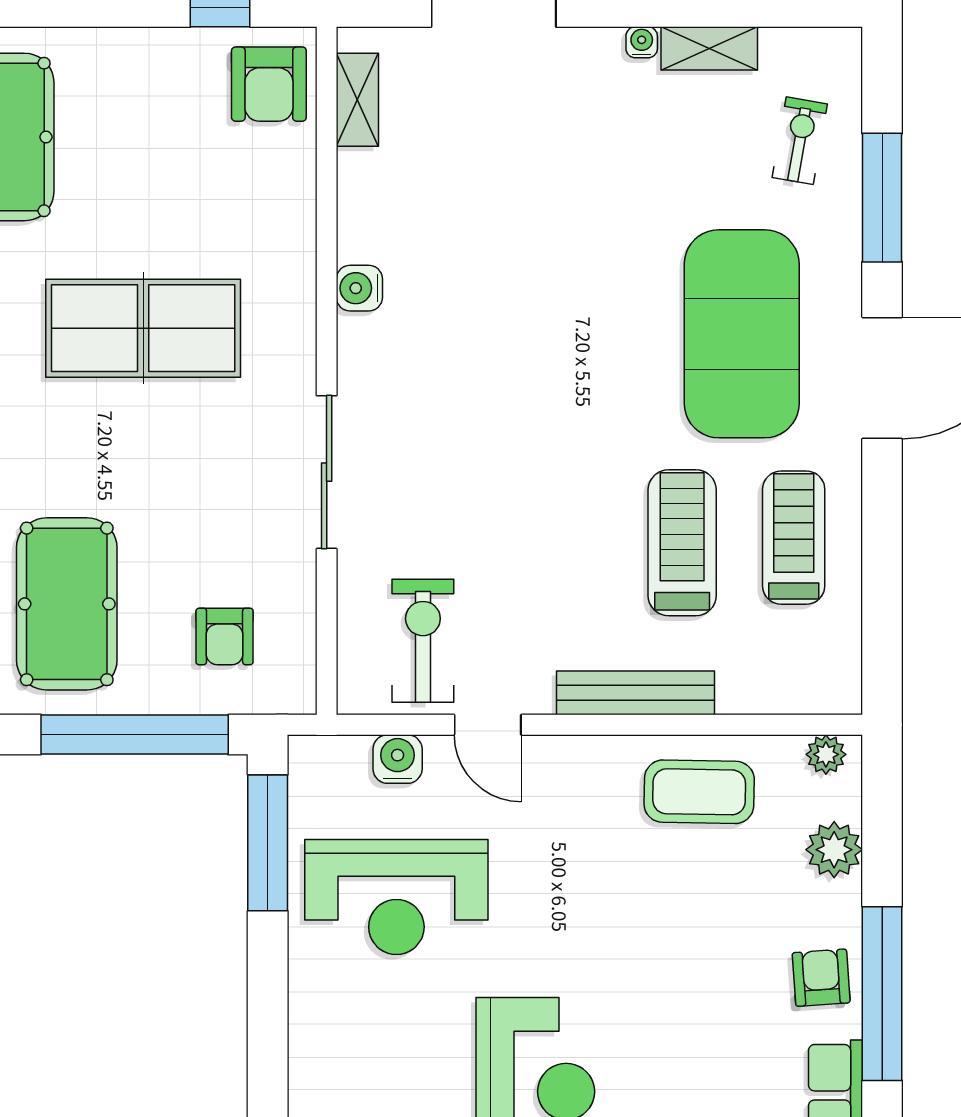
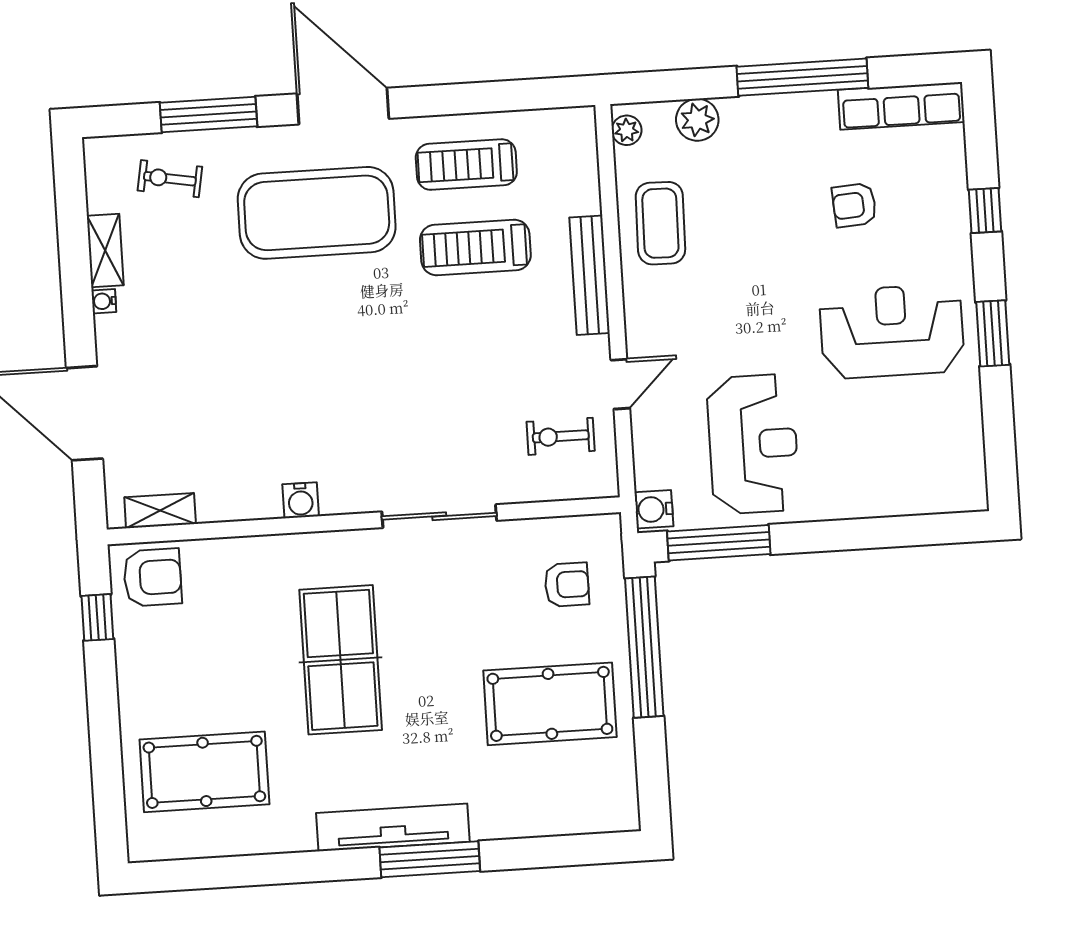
exercise bike: (423, 641) -> (561, 436), width x0.73, depth x0.72
water cooler: (398, 759) -> (654, 509), moved
armchair: (821, 978) -> (854, 205), moved

